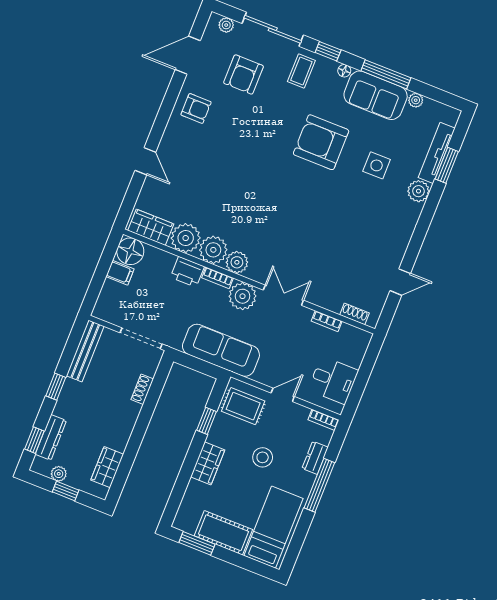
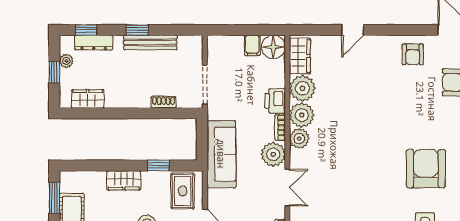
bench: (85, 351) -> (150, 43), moved

